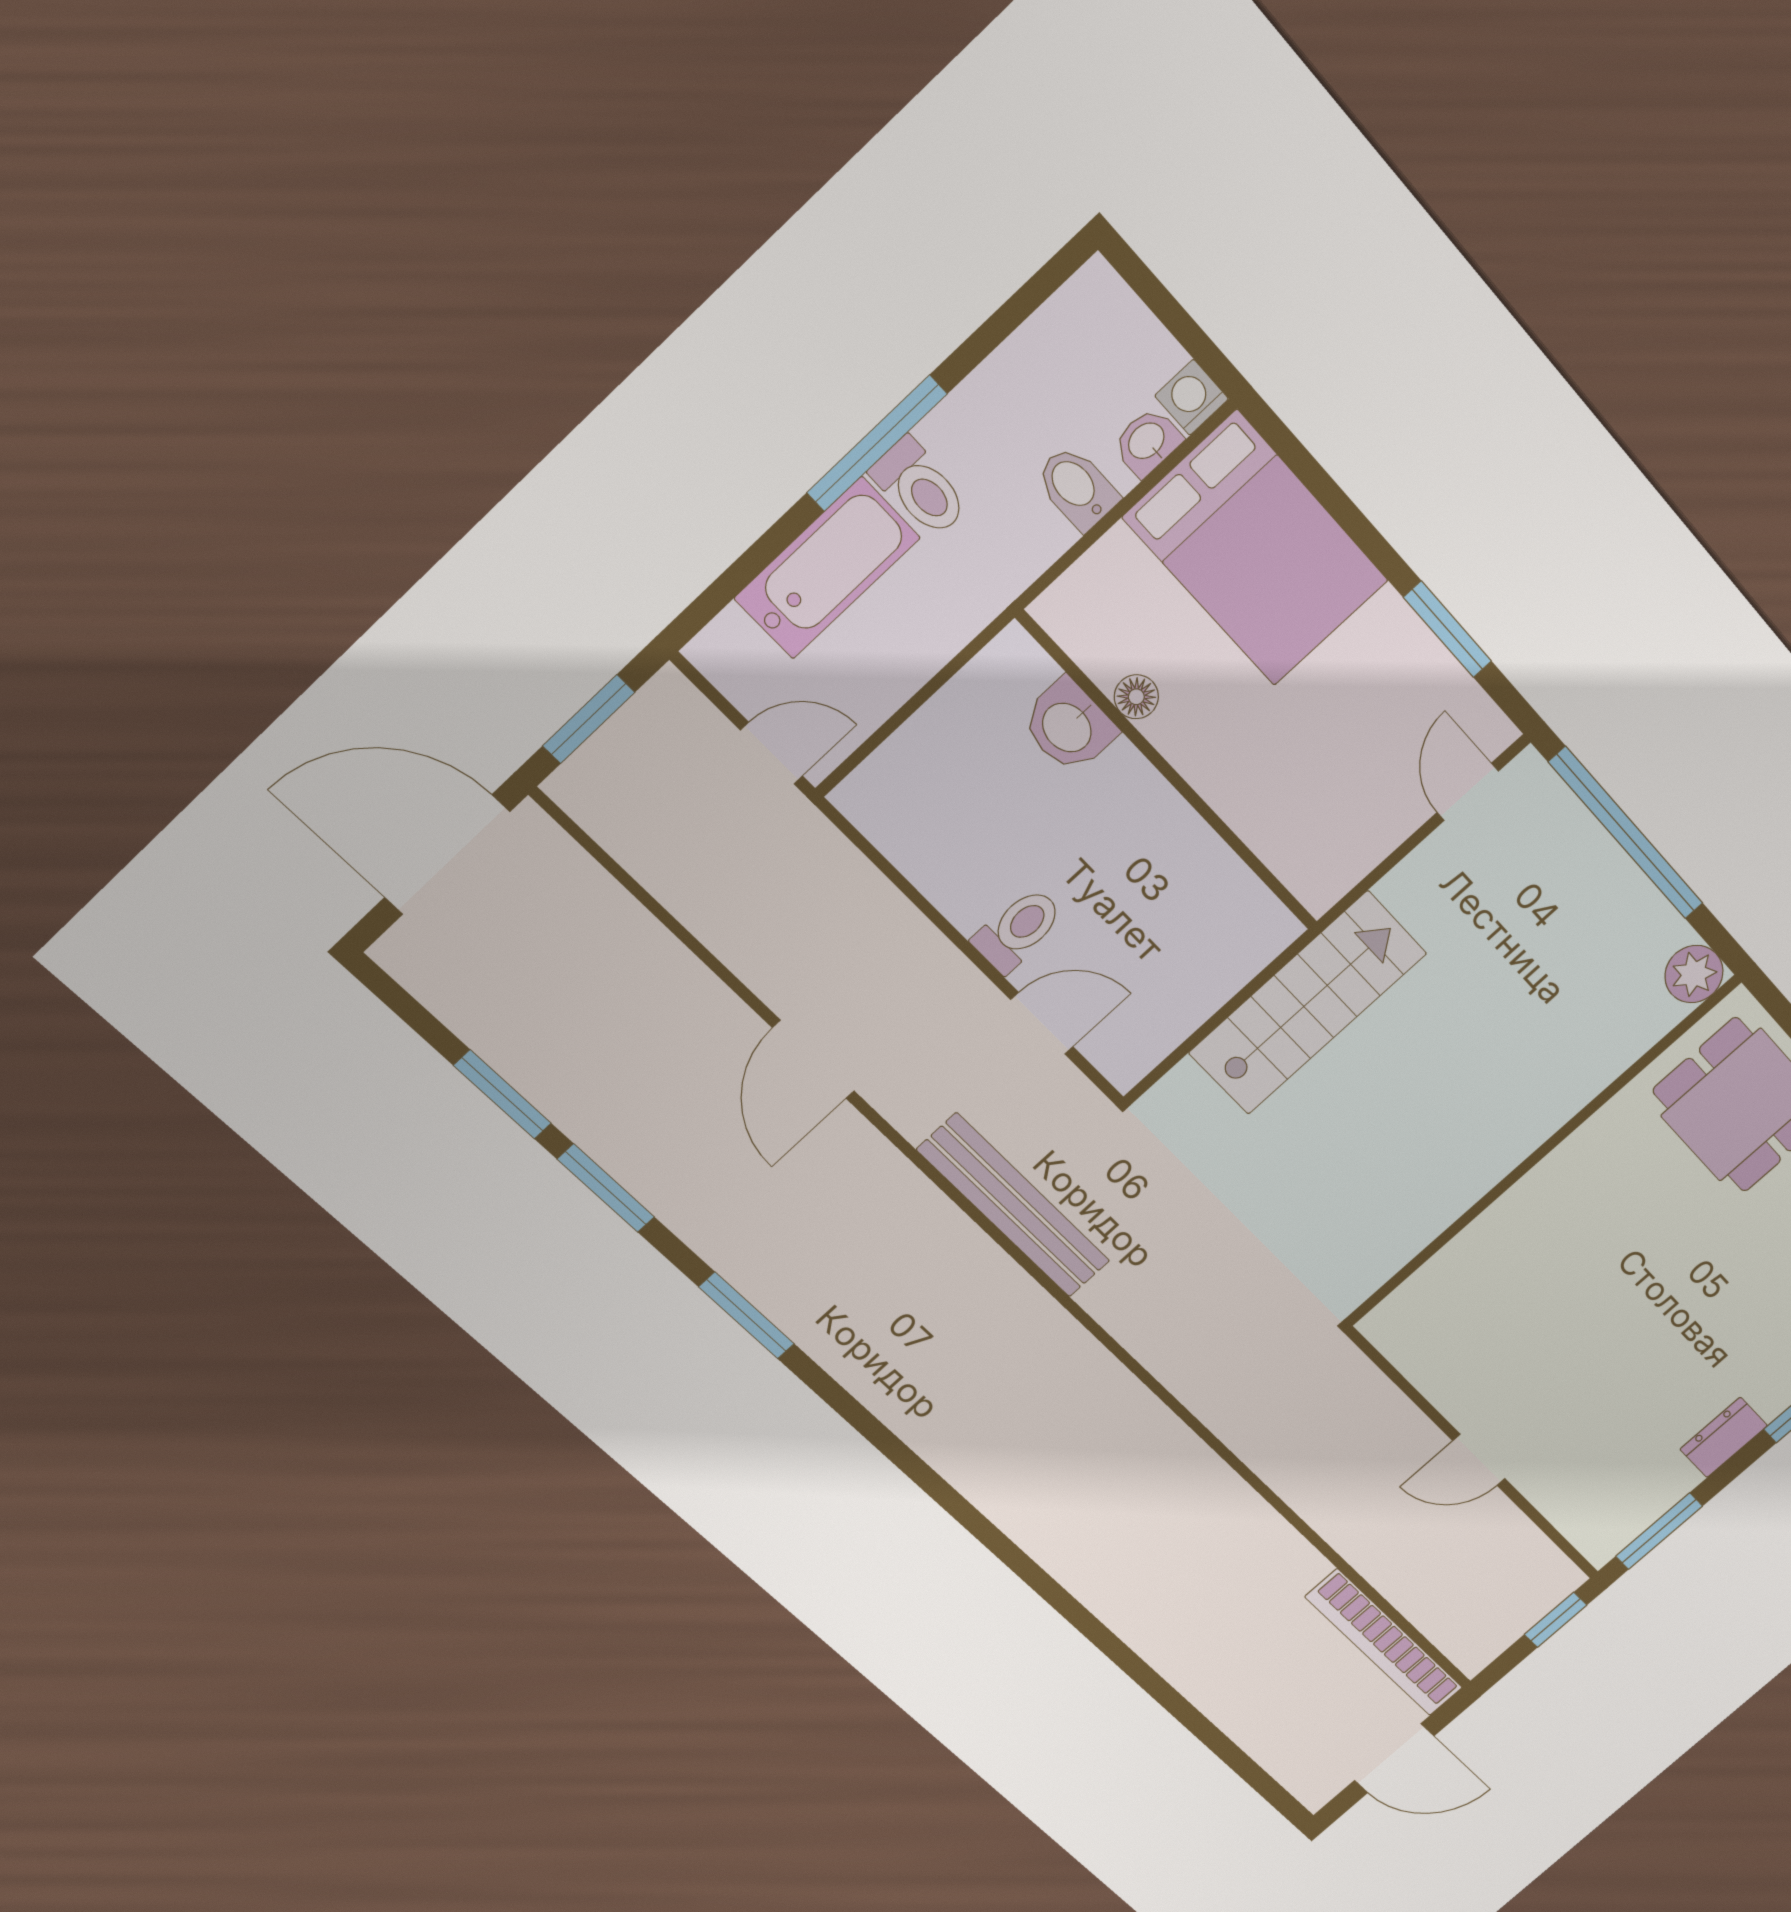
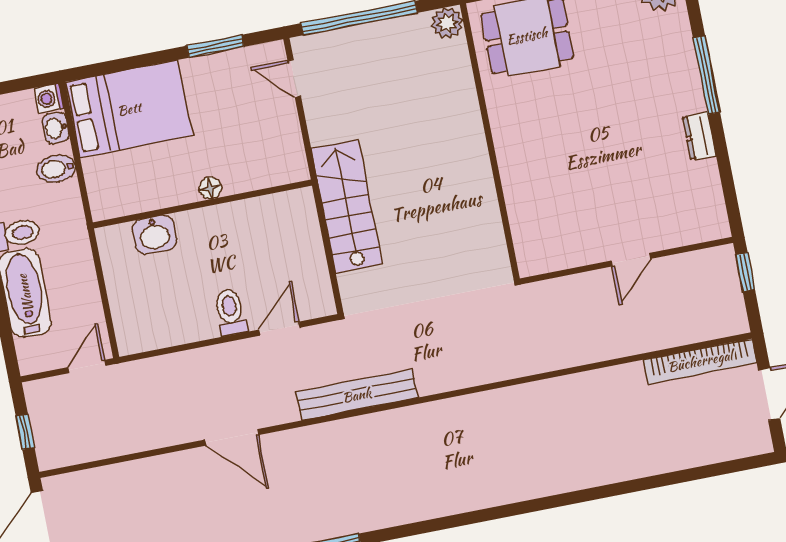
floor lamp: (1136, 697) -> (210, 188), moved
window: (589, 719) -> (25, 432), width x0.67
window: (1659, 1531) -> (730, 195), removed

